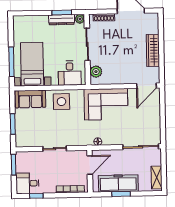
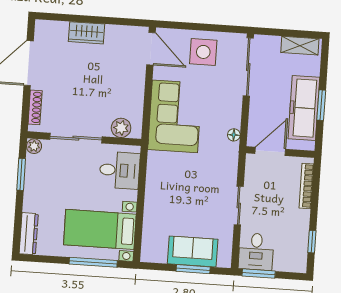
dresser: (62, 20) -> (29, 234), moved
wardrobe: (153, 50) -> (86, 33), width x0.67
sofa: (30, 99) -> (193, 252), moved, turned -90
side table: (61, 102) -> (203, 52), moved
door: (90, 165) -> (270, 151), hinge flipped
desk: (27, 183) -> (256, 252), moved

